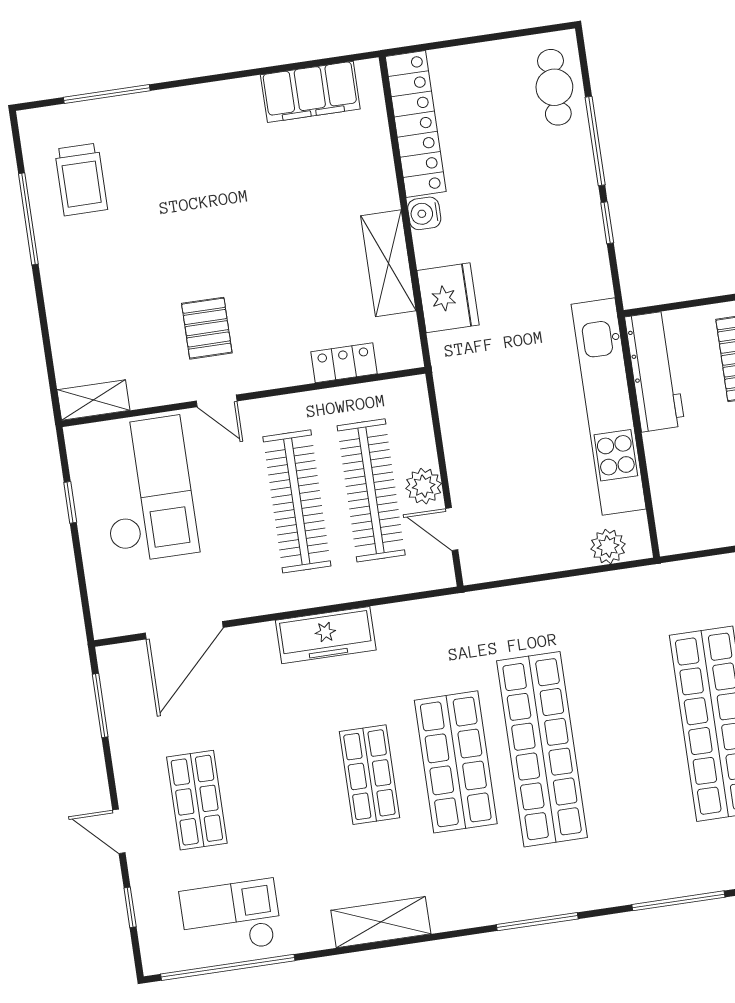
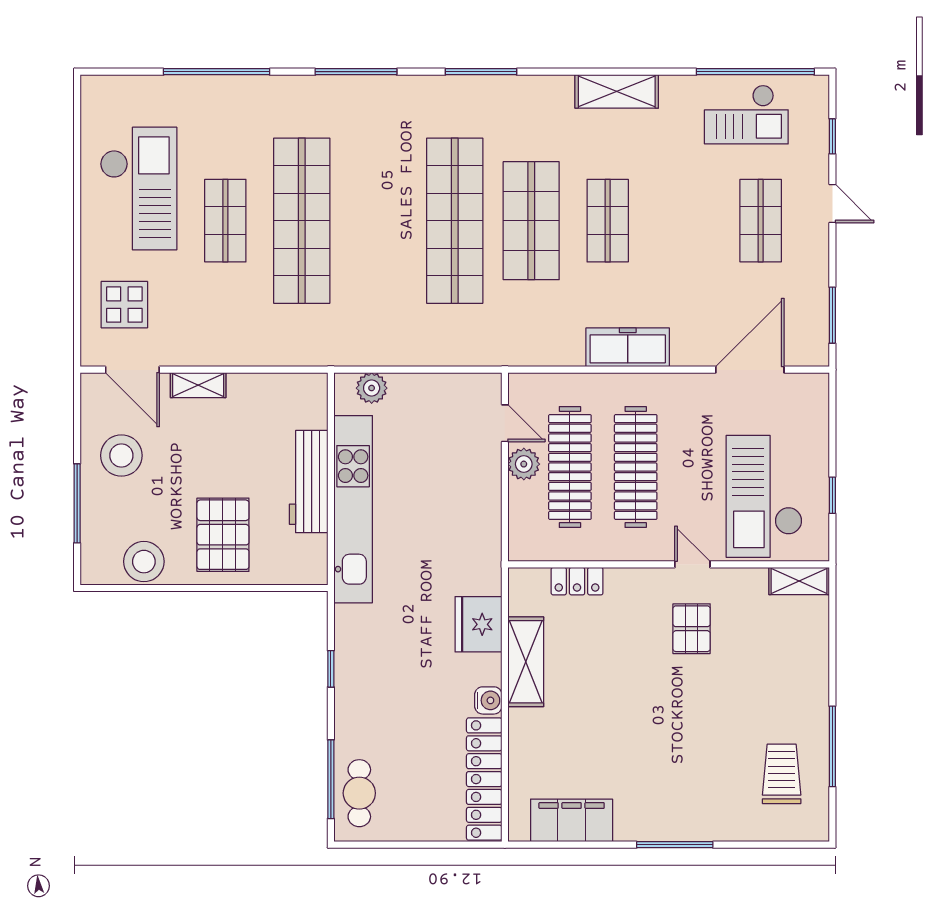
window: (107, 94) -> (675, 845), moved
window: (595, 141) -> (331, 779), moved
workbench: (655, 371) -> (309, 482), moved

